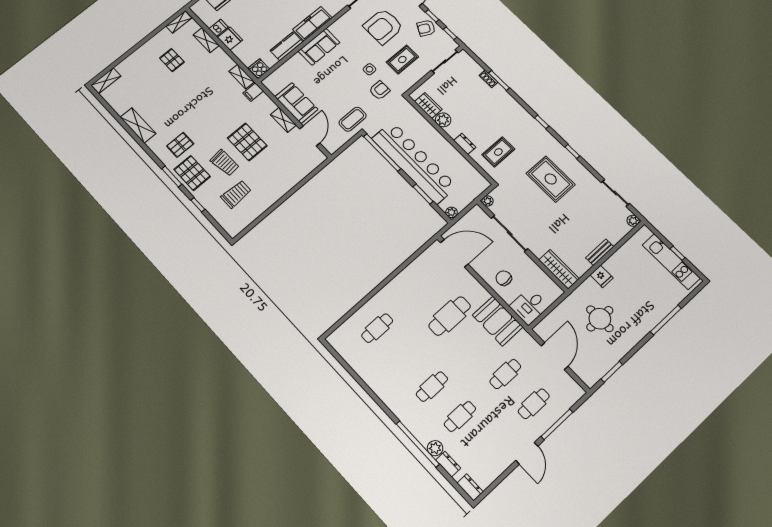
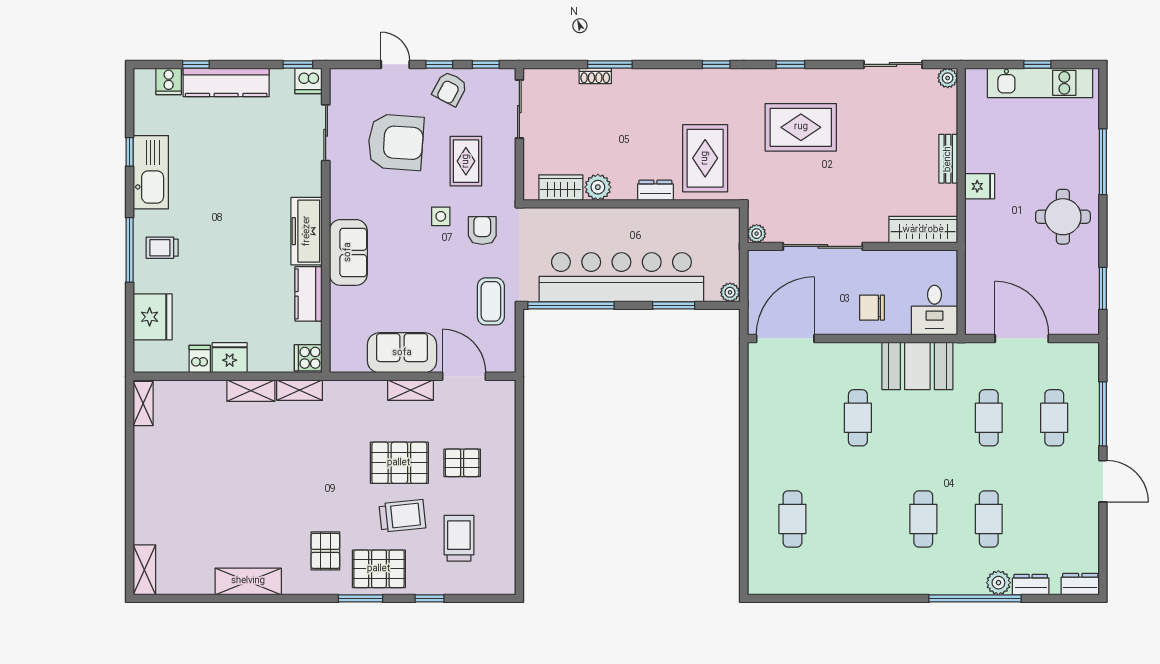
armchair: (383, 26) -> (396, 142), turned -86
shelving: (206, 40) -> (251, 391), moved
pallet: (172, 60) -> (462, 463), moved
filing cabinet: (253, 92) -> (335, 395), removed
rug: (498, 152) -> (705, 158), width x1.36, depth x1.43
cafe table: (450, 316) -> (858, 418), width x0.73, depth x0.74
round table: (600, 319) -> (1063, 217), moved

